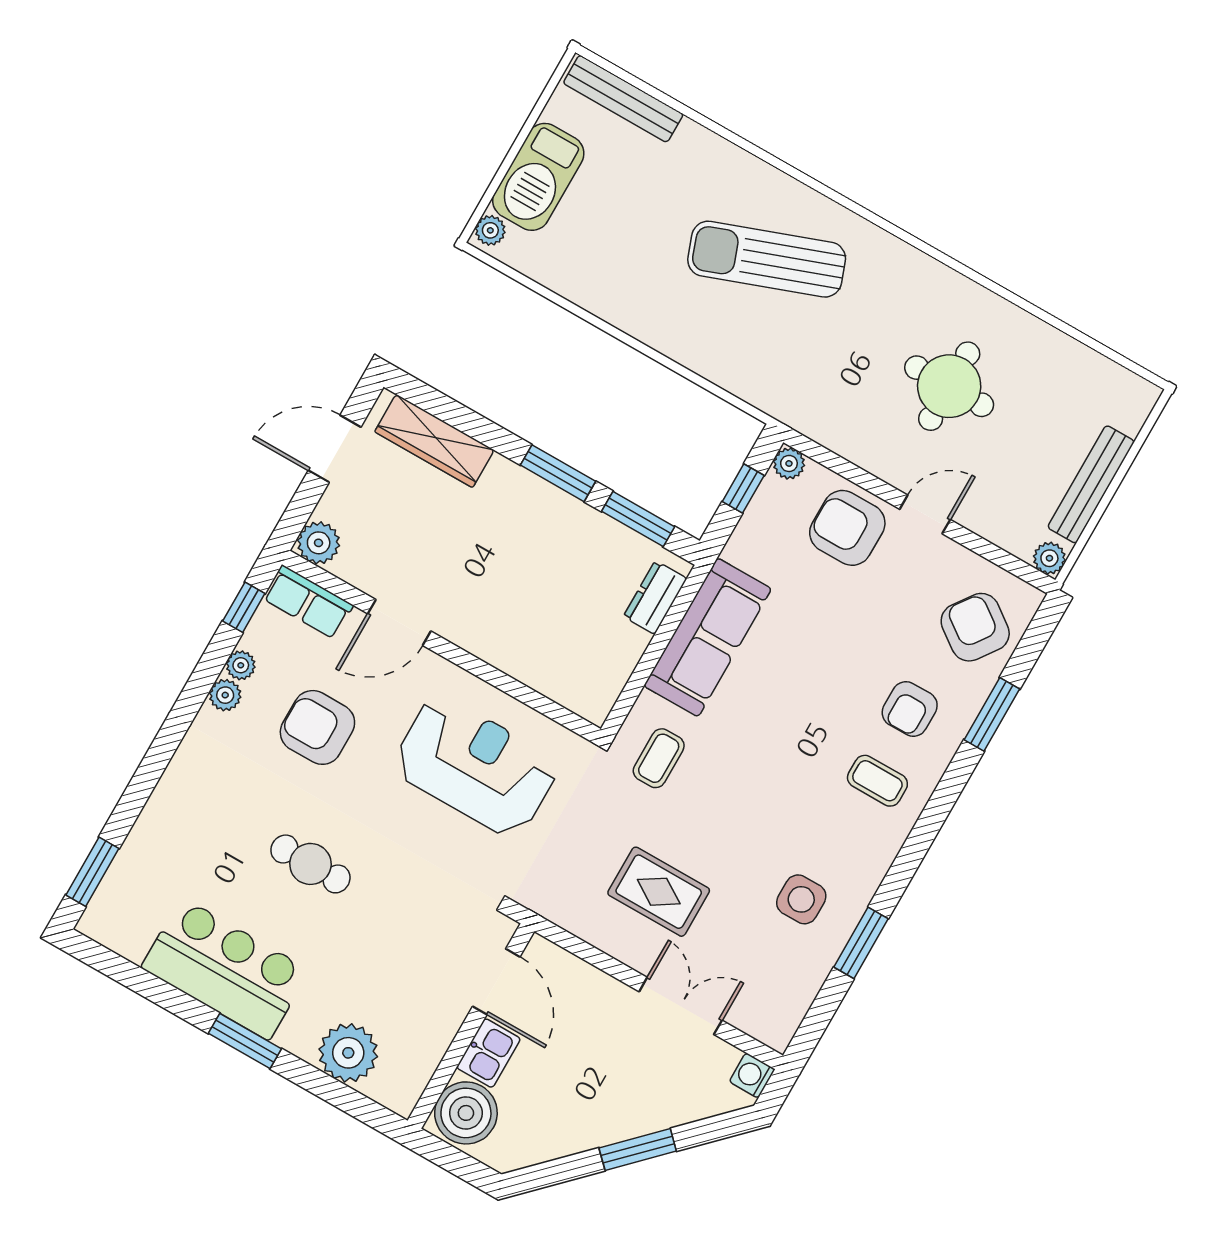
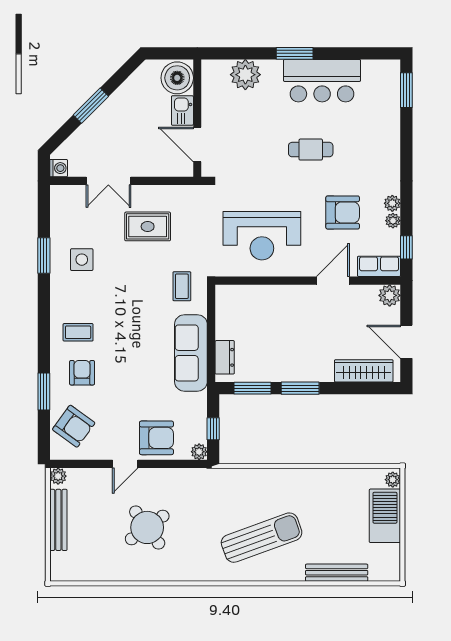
bench: (623, 99) -> (337, 573), moved
round table: (949, 386) -> (147, 527), turned -36
door: (335, 449) -> (406, 342), swing flipped

